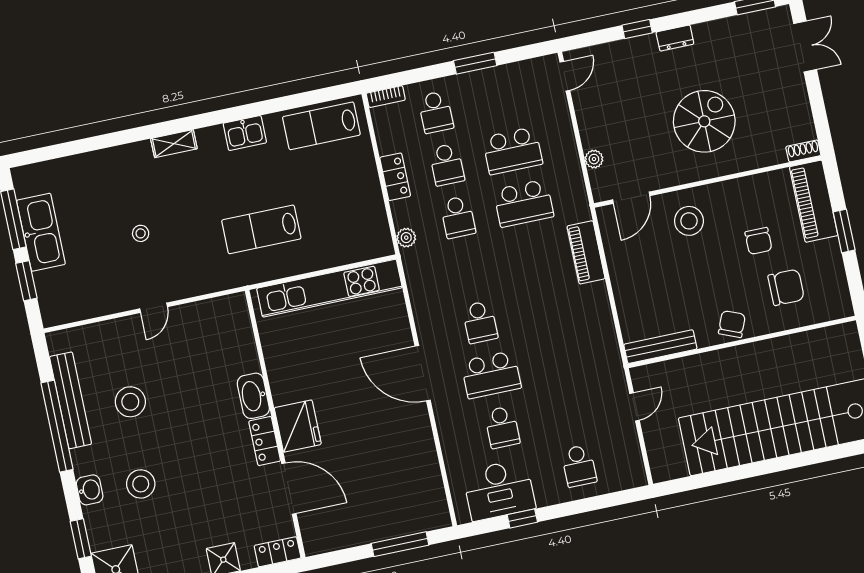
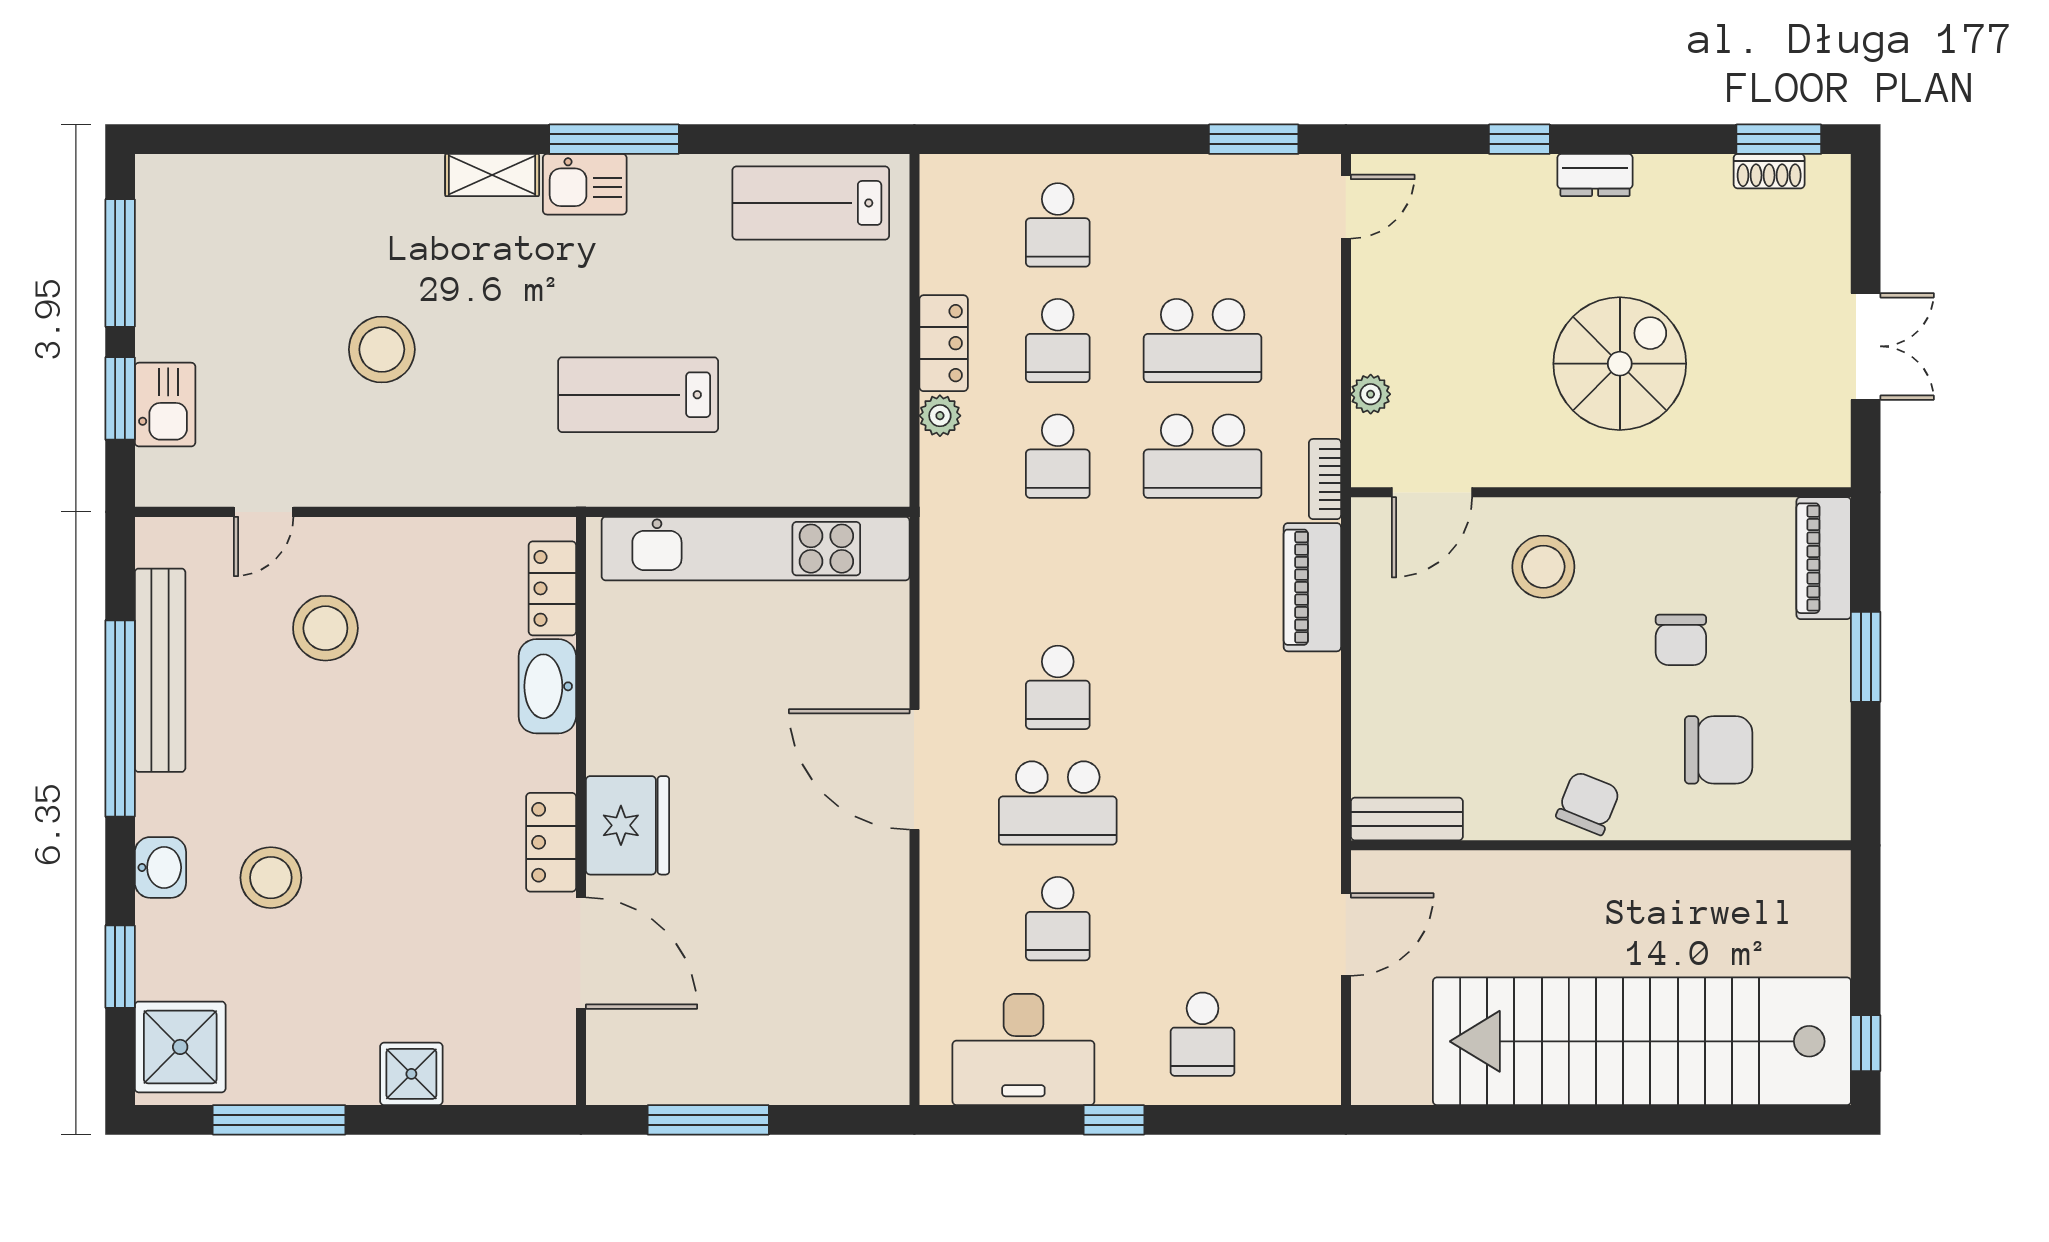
double door: (805, 47) -> (1866, 346), moved
window: (475, 63) -> (1254, 139), moved
bookcase: (386, 97) -> (1325, 479), moved, turned 90
window: (226, 116) -> (614, 139), added
kitchen sink: (245, 133) -> (585, 184), moved
shoe rack: (803, 151) -> (1769, 171), moved, turned 180
piano: (814, 201) -> (1824, 558), width x0.73, depth x0.75
kitchen sink: (41, 232) -> (165, 405), moved, width x0.53, depth x0.81
stool: (141, 233) -> (382, 349), width x1.89, depth x1.89
plant: (406, 238) -> (940, 416), moved
door: (154, 308) -> (264, 512), moved
bench: (660, 347) -> (1407, 819), width x0.73
washbasin: (253, 396) -> (547, 686), moved
stool: (130, 402) -> (325, 628), moved
door: (635, 407) -> (1346, 935), width x1.38
window: (522, 518) -> (1114, 1120), moved
window: (400, 544) -> (708, 1120), moved
locker: (278, 552) -> (552, 588), moved, turned -90

